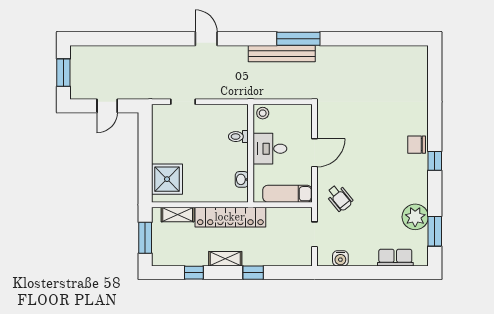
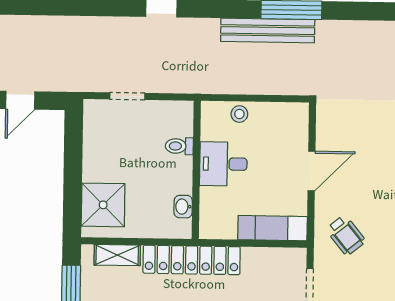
toilet: (238, 137) -> (179, 146), moved
desk: (270, 149) -> (223, 164), moved
wall: (251, 153) -> (196, 170), moved
washbasin: (242, 179) -> (183, 207), moved

